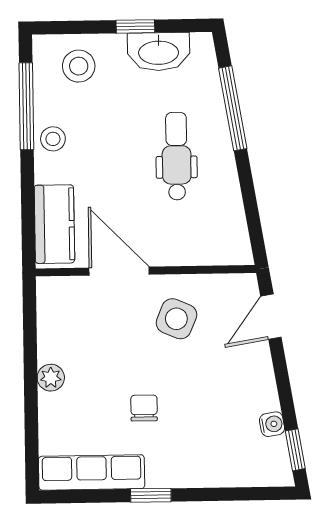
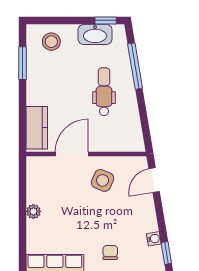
window: (135, 26) -> (106, 20), moved
window: (26, 106) -> (22, 63), width x0.69
stool: (53, 139) -> (37, 81), removed
door: (119, 271) -> (72, 154), hinge flipped
chair: (144, 408) -> (110, 252), moved

